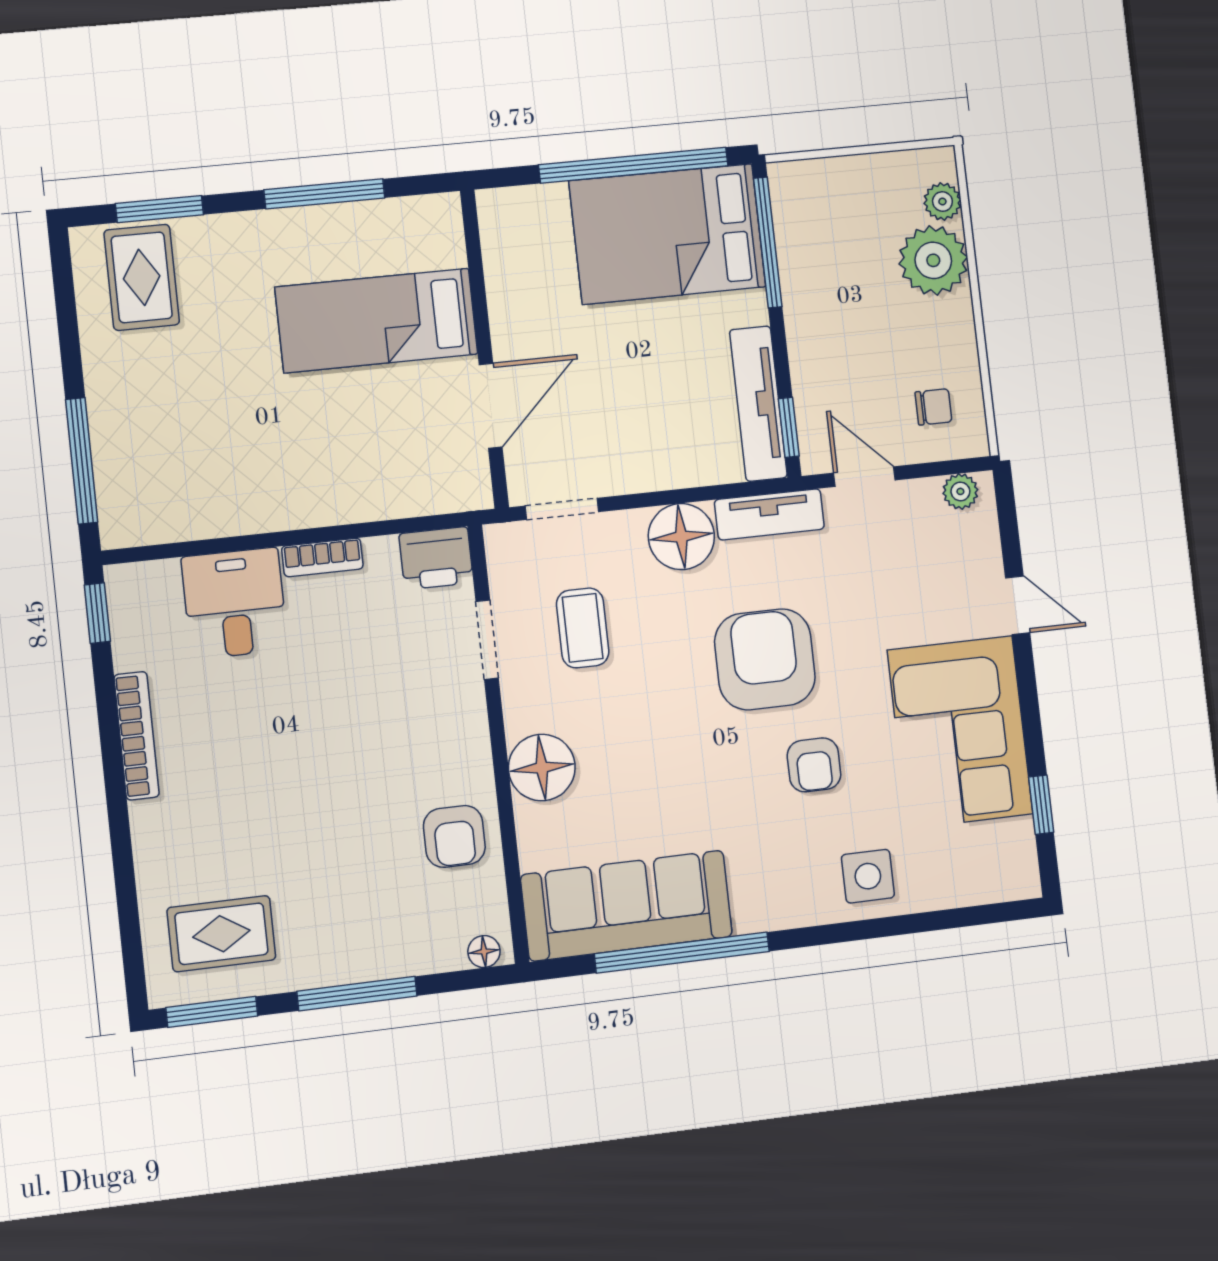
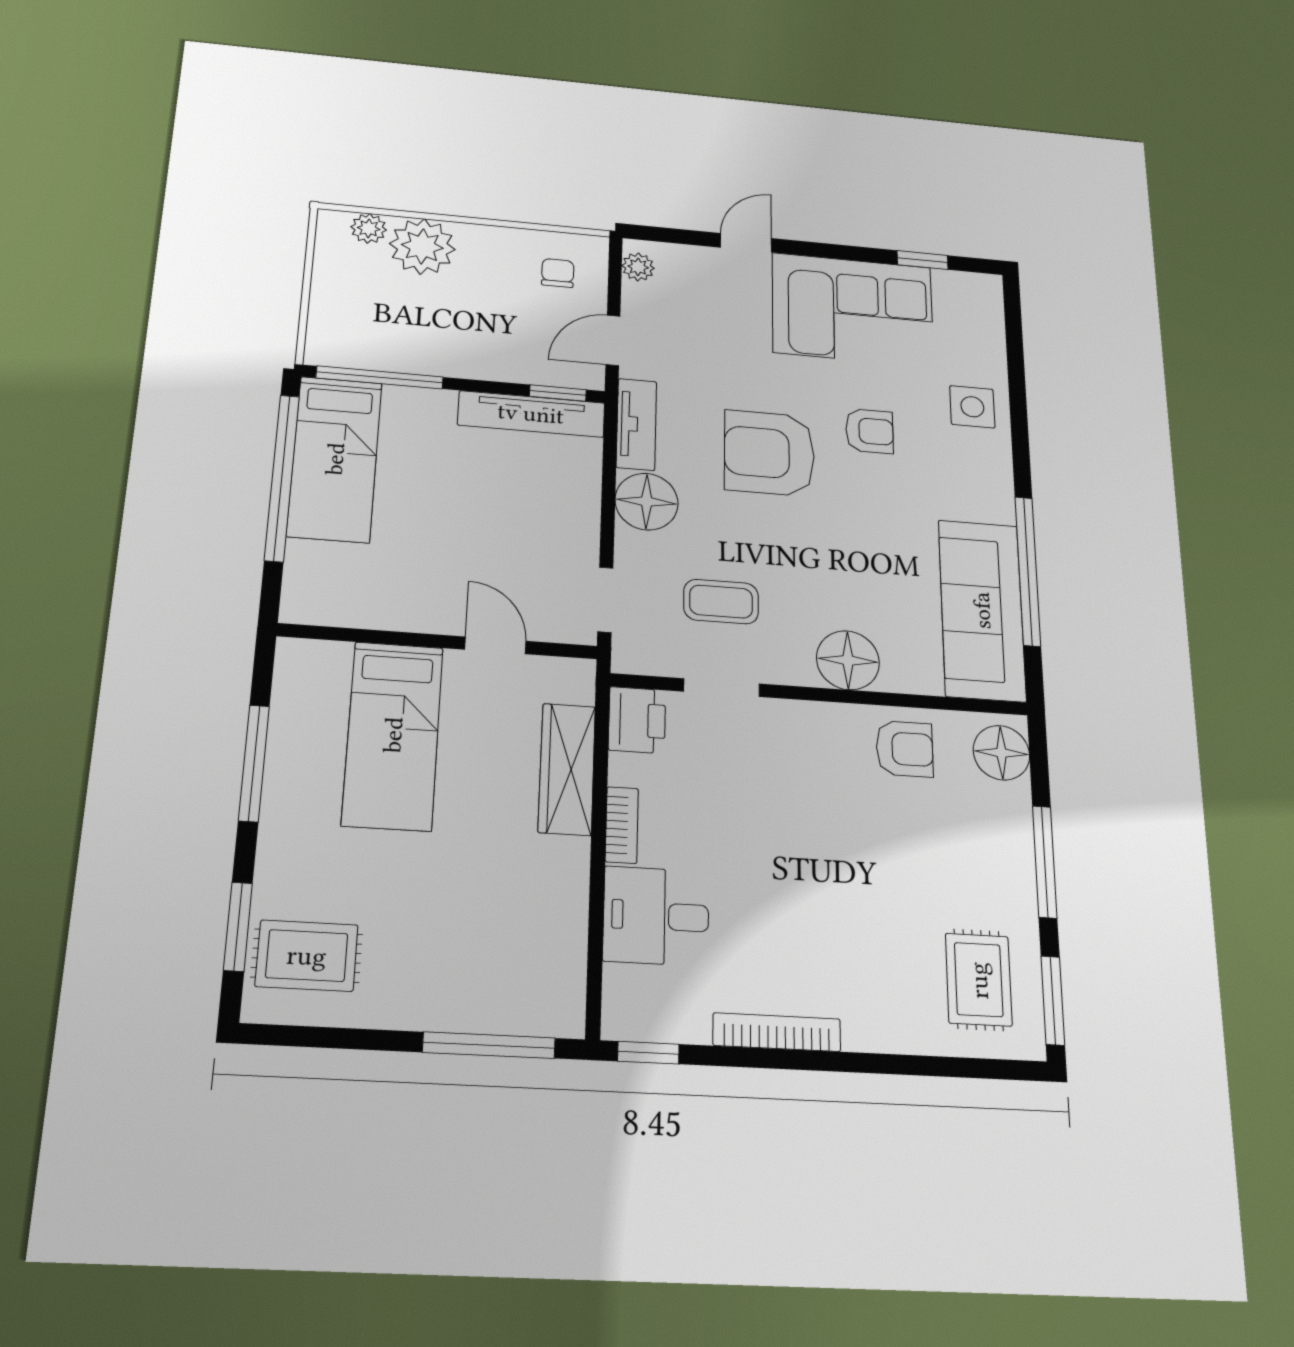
bed: (668, 234) -> (335, 459), width x0.67
door: (491, 406) -> (495, 645), width x0.73
wardrobe: (371, 495) -> (567, 769), added
floor lamp: (484, 952) -> (1001, 753), width x1.89, depth x1.89

